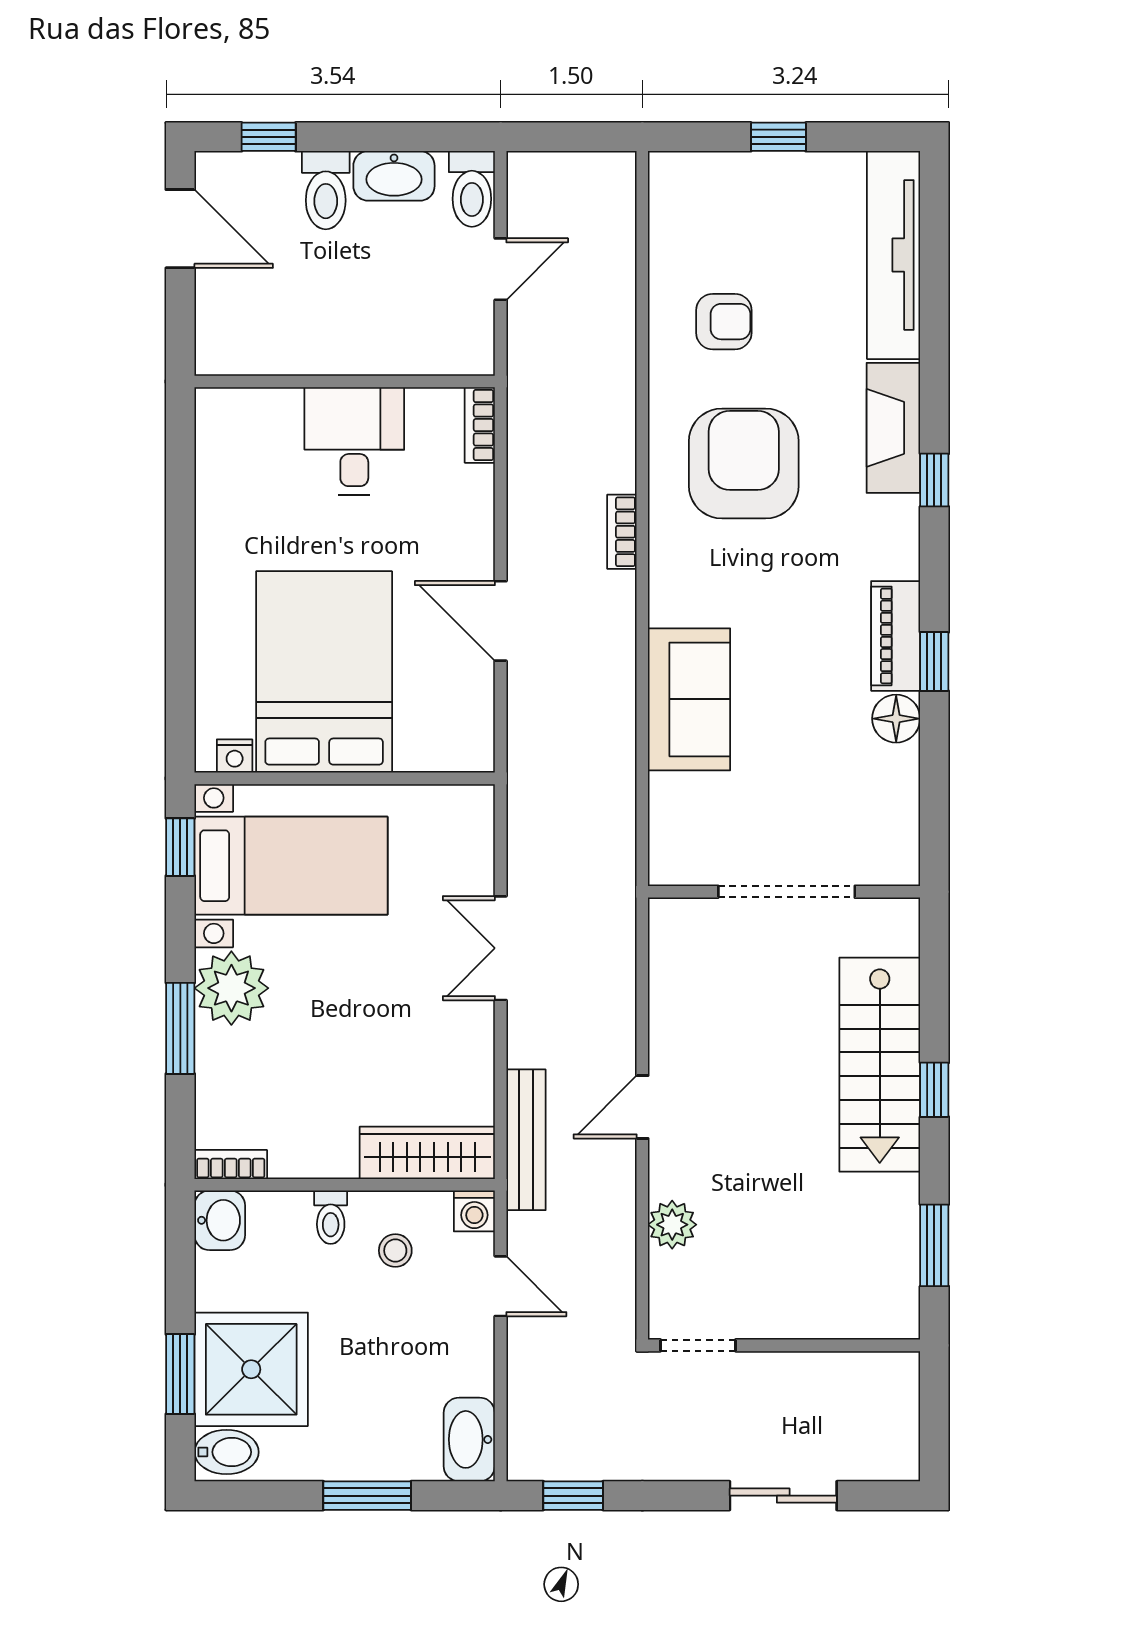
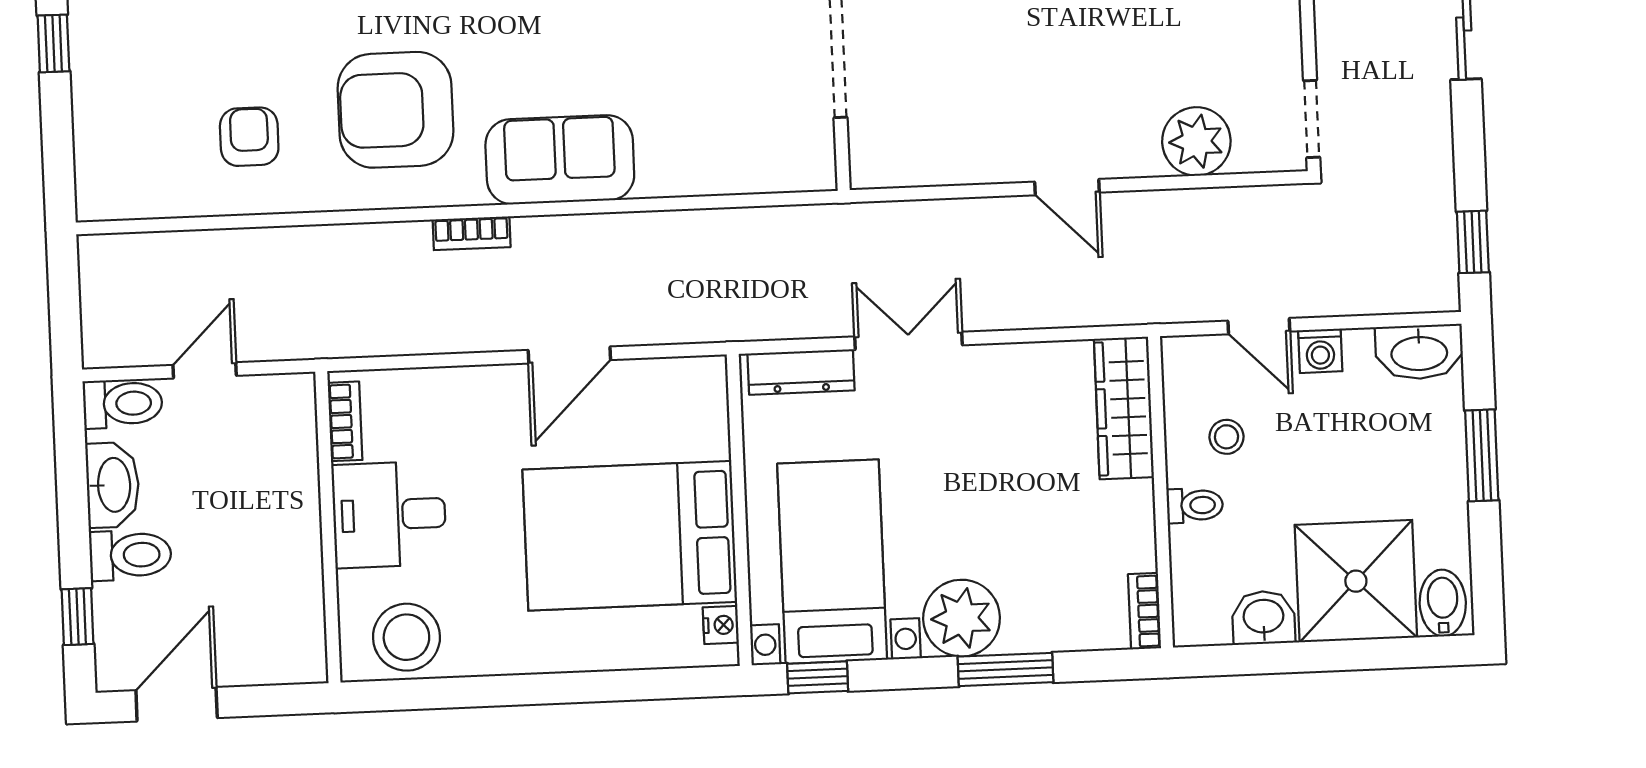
window: (778, 137) -> (53, 43), moved
door: (501, 269) -> (205, 370), hinge flipped
bookcase: (480, 425) -> (345, 421), moved, turned -90
stool: (236, 453) -> (406, 637), added
sofa: (689, 699) -> (560, 160), moved
dresser: (475, 843) -> (801, 372), added
double door: (501, 948) -> (908, 341), swing flipped
bench: (526, 1140) -> (1106, 306), removed
washing machine: (474, 1211) -> (1320, 351), moved, turned 90
washbasin: (220, 1220) -> (1264, 618), moved
plant: (672, 1225) -> (1196, 141), width x1.36, depth x1.36
door: (501, 1286) -> (1259, 326), swing flipped
window: (180, 1374) -> (1364, 654), removed

